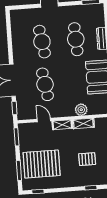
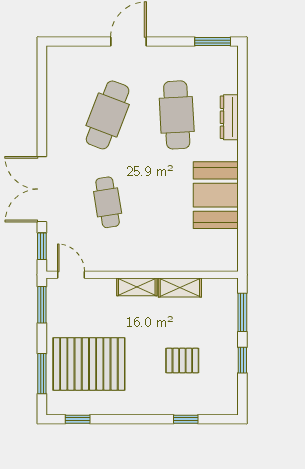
cafe table: (42, 42) -> (108, 115), turned 30
cafe table: (45, 84) -> (108, 202), width x0.73, depth x0.74
plant: (81, 110) -> (178, 259), removed
door: (44, 120) -> (71, 275), moved

